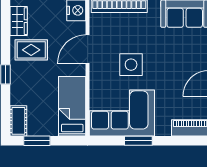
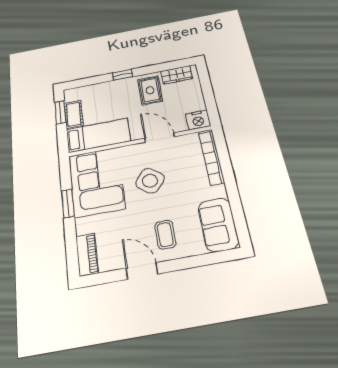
coffee table: (185, 59) -> (165, 235), added
side table: (131, 65) -> (150, 181), turned 38
cot: (18, 121) -> (74, 114), moved, turned 90

